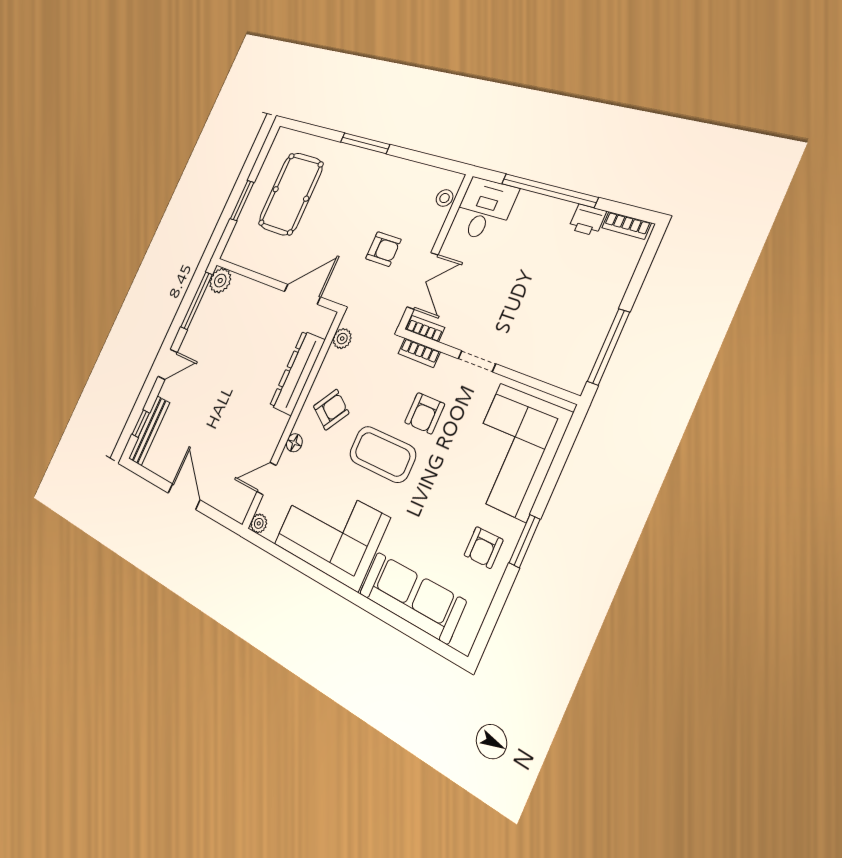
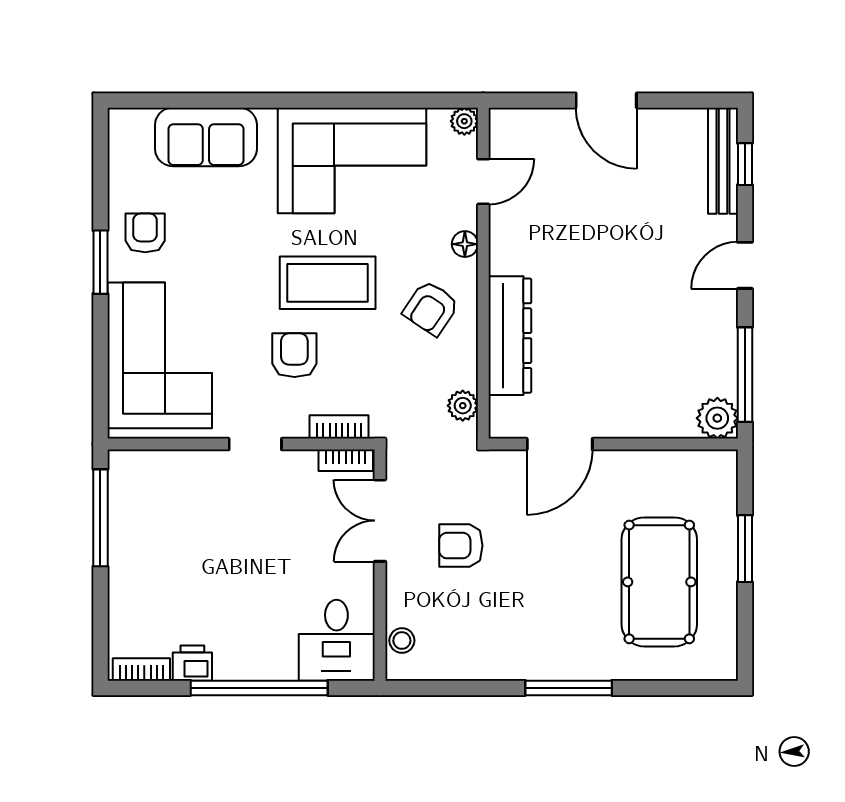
sofa: (412, 597) -> (206, 137), width x0.73

